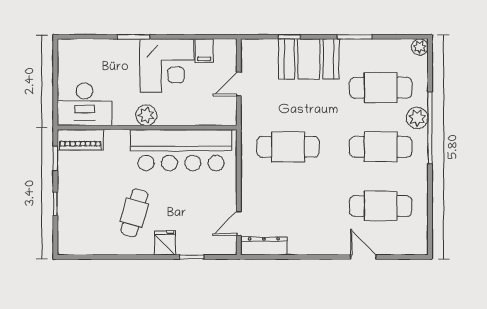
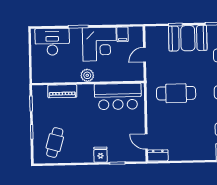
desk: (85, 104) -> (52, 42), moved, turned 180
piano: (80, 140) -> (62, 91), moved
bar counter: (181, 150) -> (118, 97), width x0.73
cafe table: (134, 213) -> (55, 143), moved
door: (239, 223) -> (146, 142), hinge flipped
dresser: (264, 246) -> (158, 155), width x0.70

